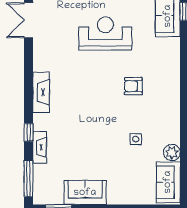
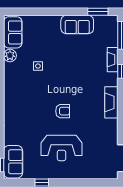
armchair: (133, 86) -> (63, 111), moved

